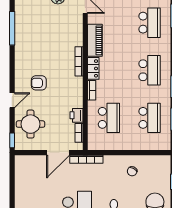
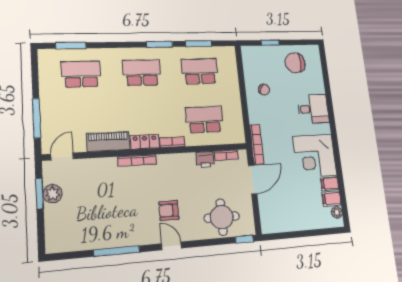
window: (12, 28) -> (117, 251), moved
armchair: (39, 83) -> (169, 211), turned 90
door: (12, 100) -> (171, 246), moved
door: (58, 153) -> (253, 180), hinge flipped

